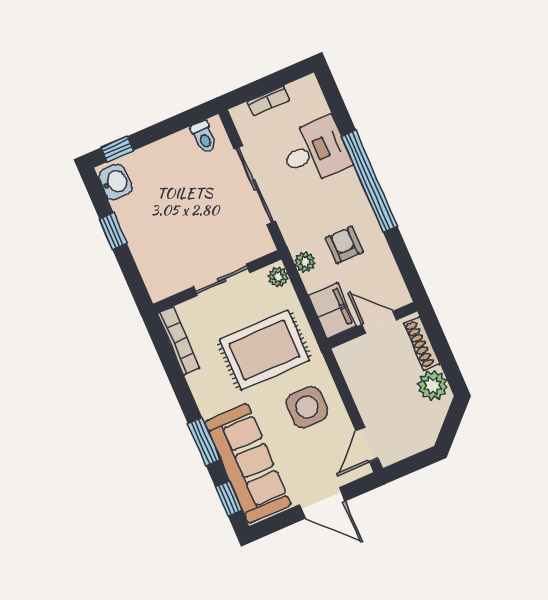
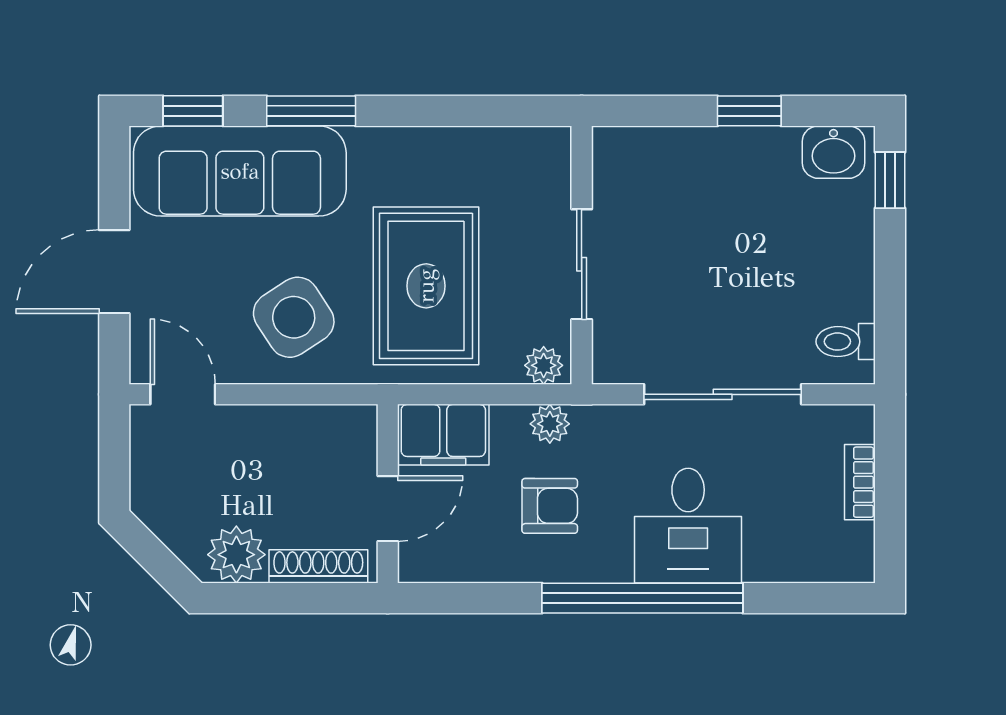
desk: (315, 151) -> (688, 526), moved
bookcase: (178, 341) -> (507, 142), removed
side table: (307, 407) -> (294, 317), turned -33

